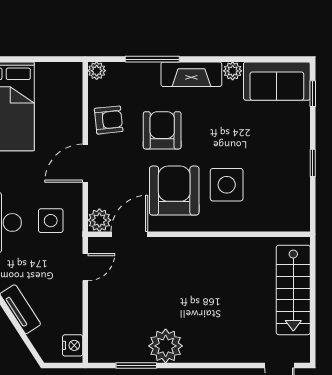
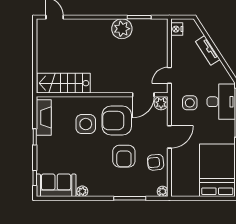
fireplace: (191, 74) -> (44, 117), moved, turned 90
armchair: (174, 191) -> (117, 121), turned 90
stairs: (293, 290) -> (64, 83), moved, turned -90

